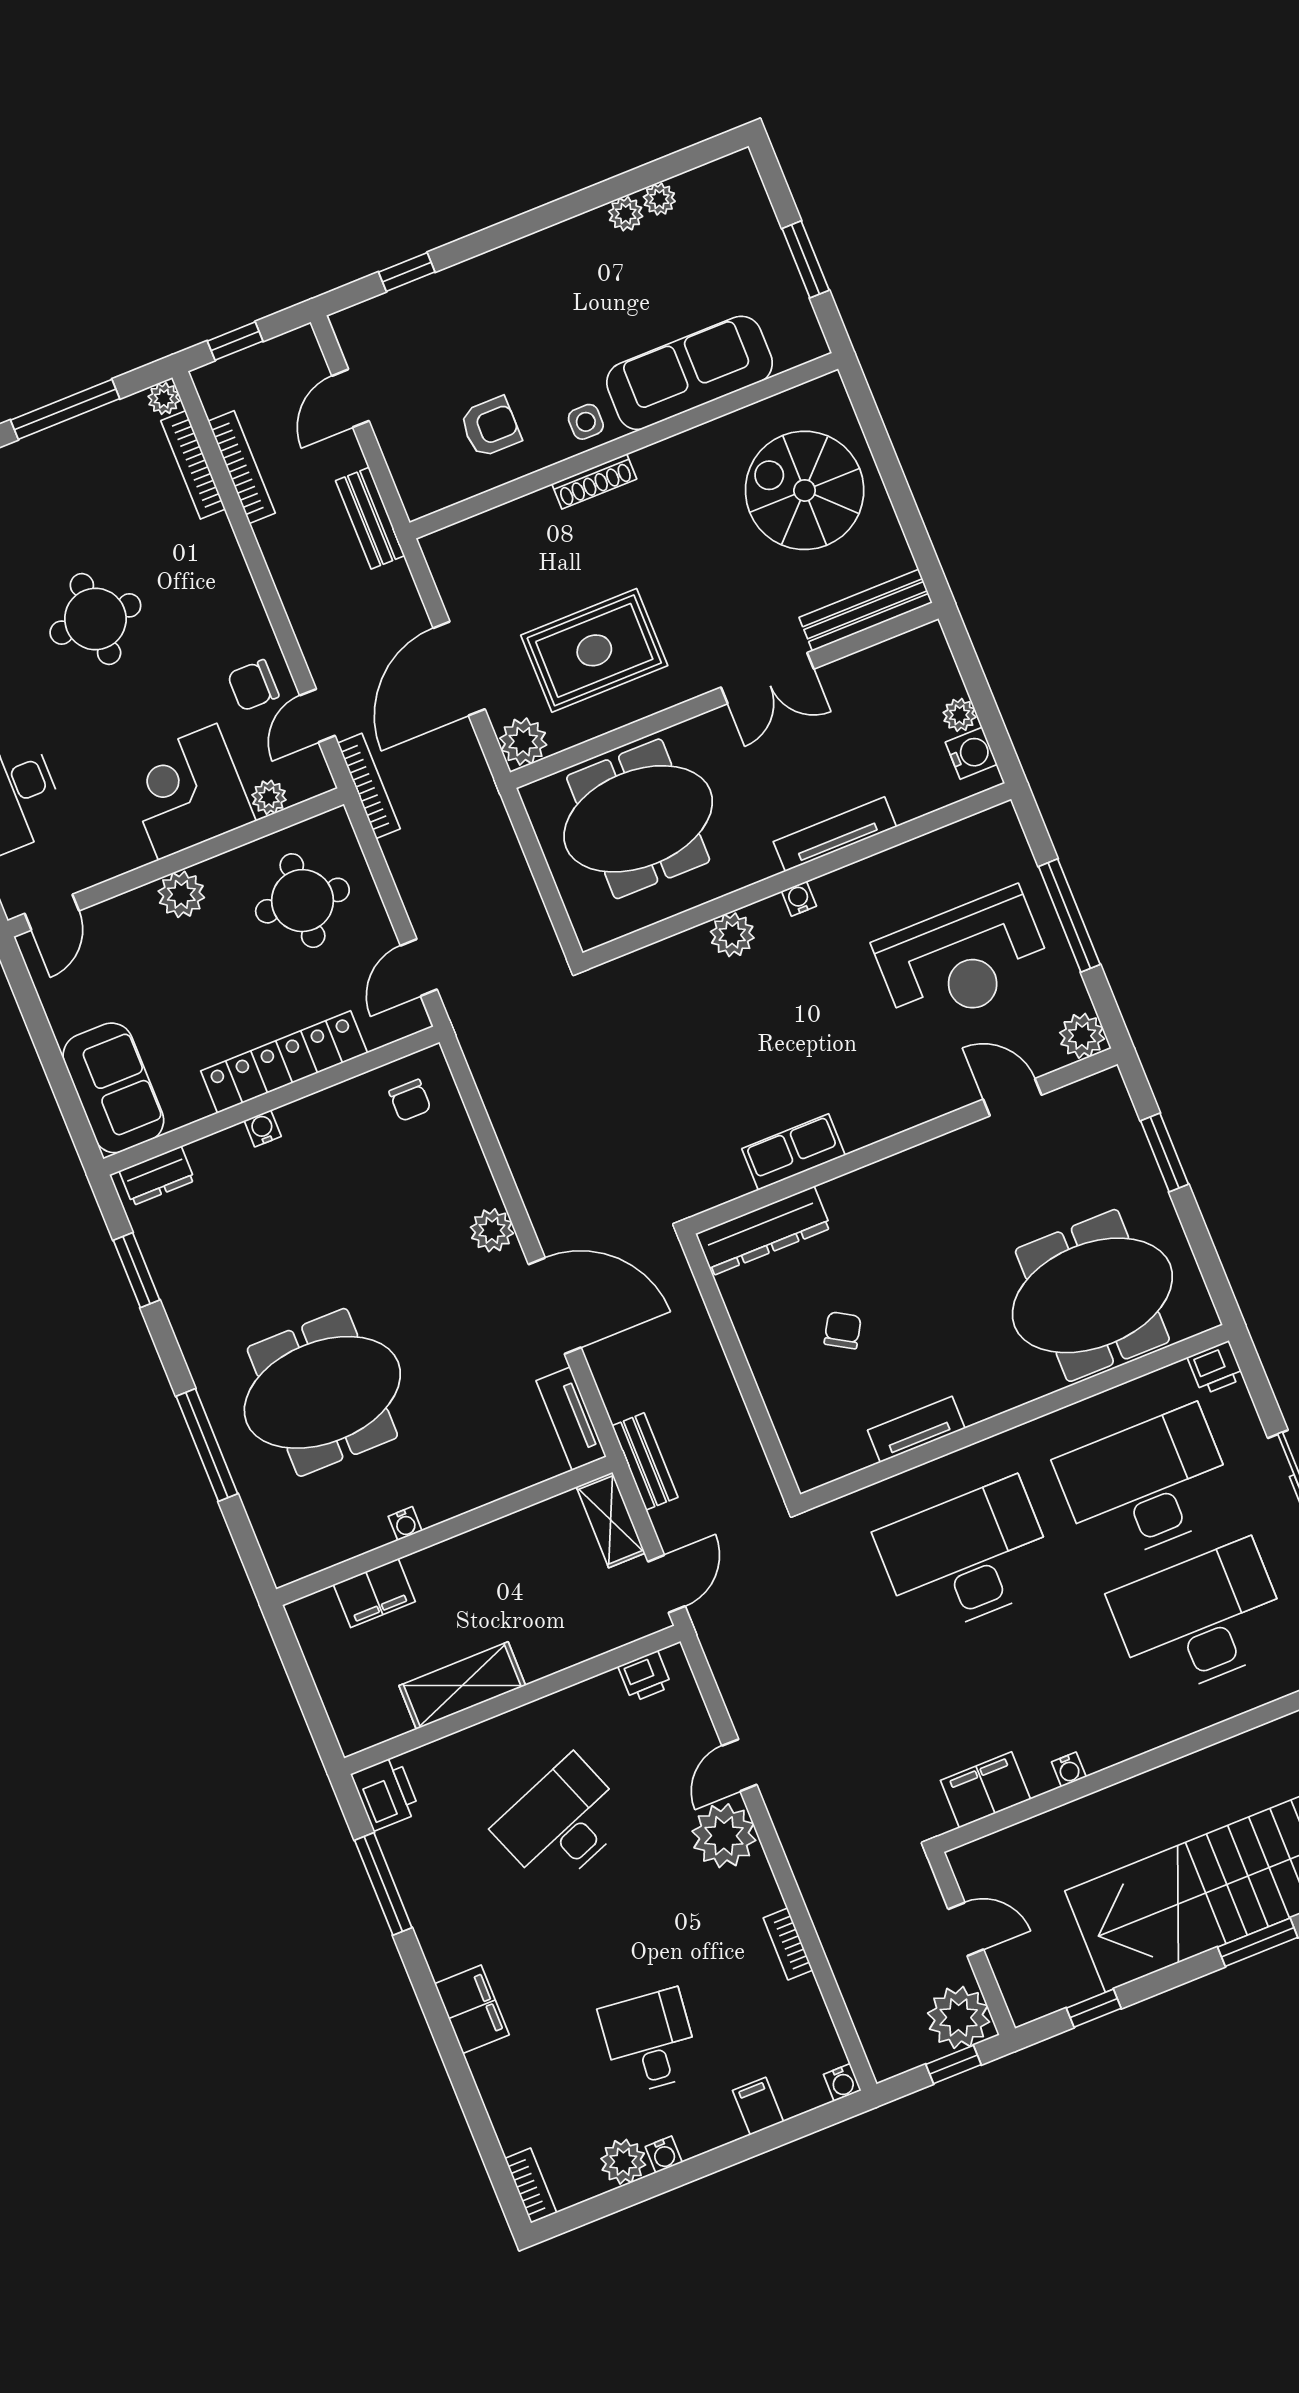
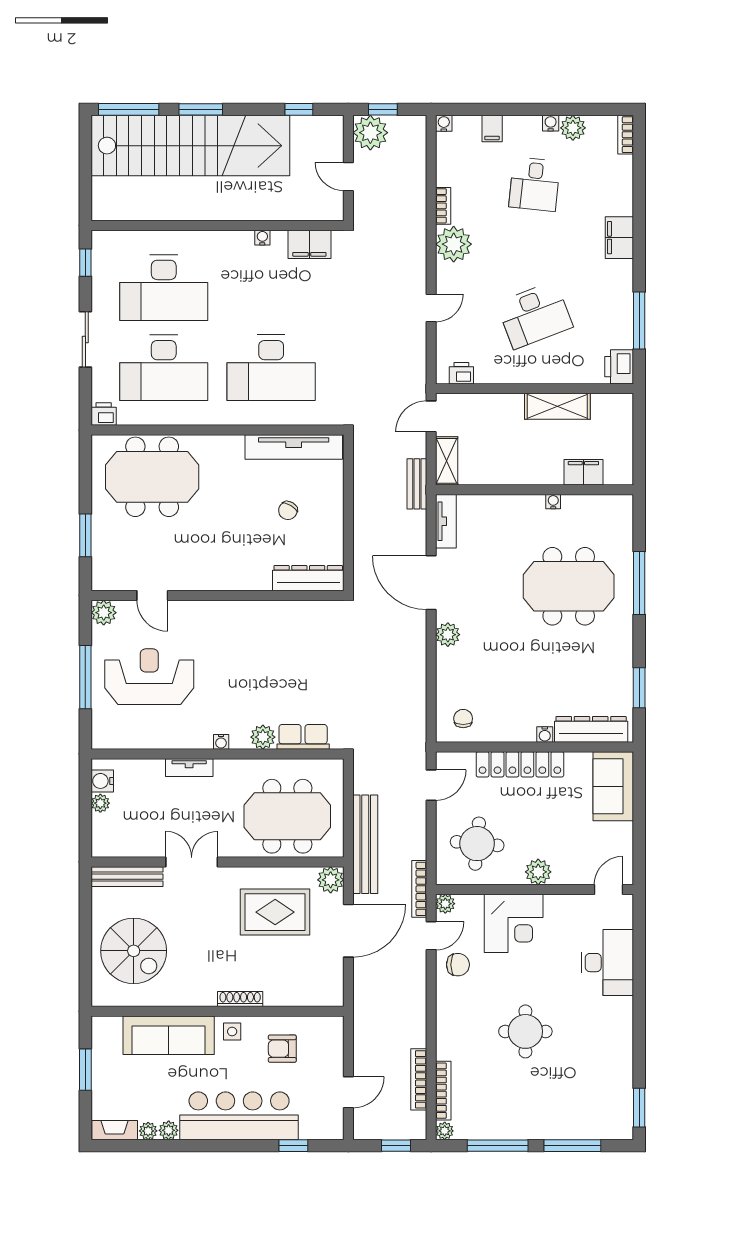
fireplace: (716, 178) -> (115, 1130), added
bar counter: (517, 285) -> (239, 1116), added
bench: (370, 518) -> (365, 844), moved, width x1.86, depth x1.21
plant: (269, 797) -> (445, 904), moved
tv unit: (835, 834) -> (189, 768), width x0.71
row of seats: (794, 1152) -> (303, 737), moved, turned 180
dresser: (157, 1176) -> (591, 729), width x1.96, depth x1.24
tv unit: (916, 1429) -> (294, 447), width x1.92, depth x1.29
plant: (724, 1836) -> (454, 244), moved

